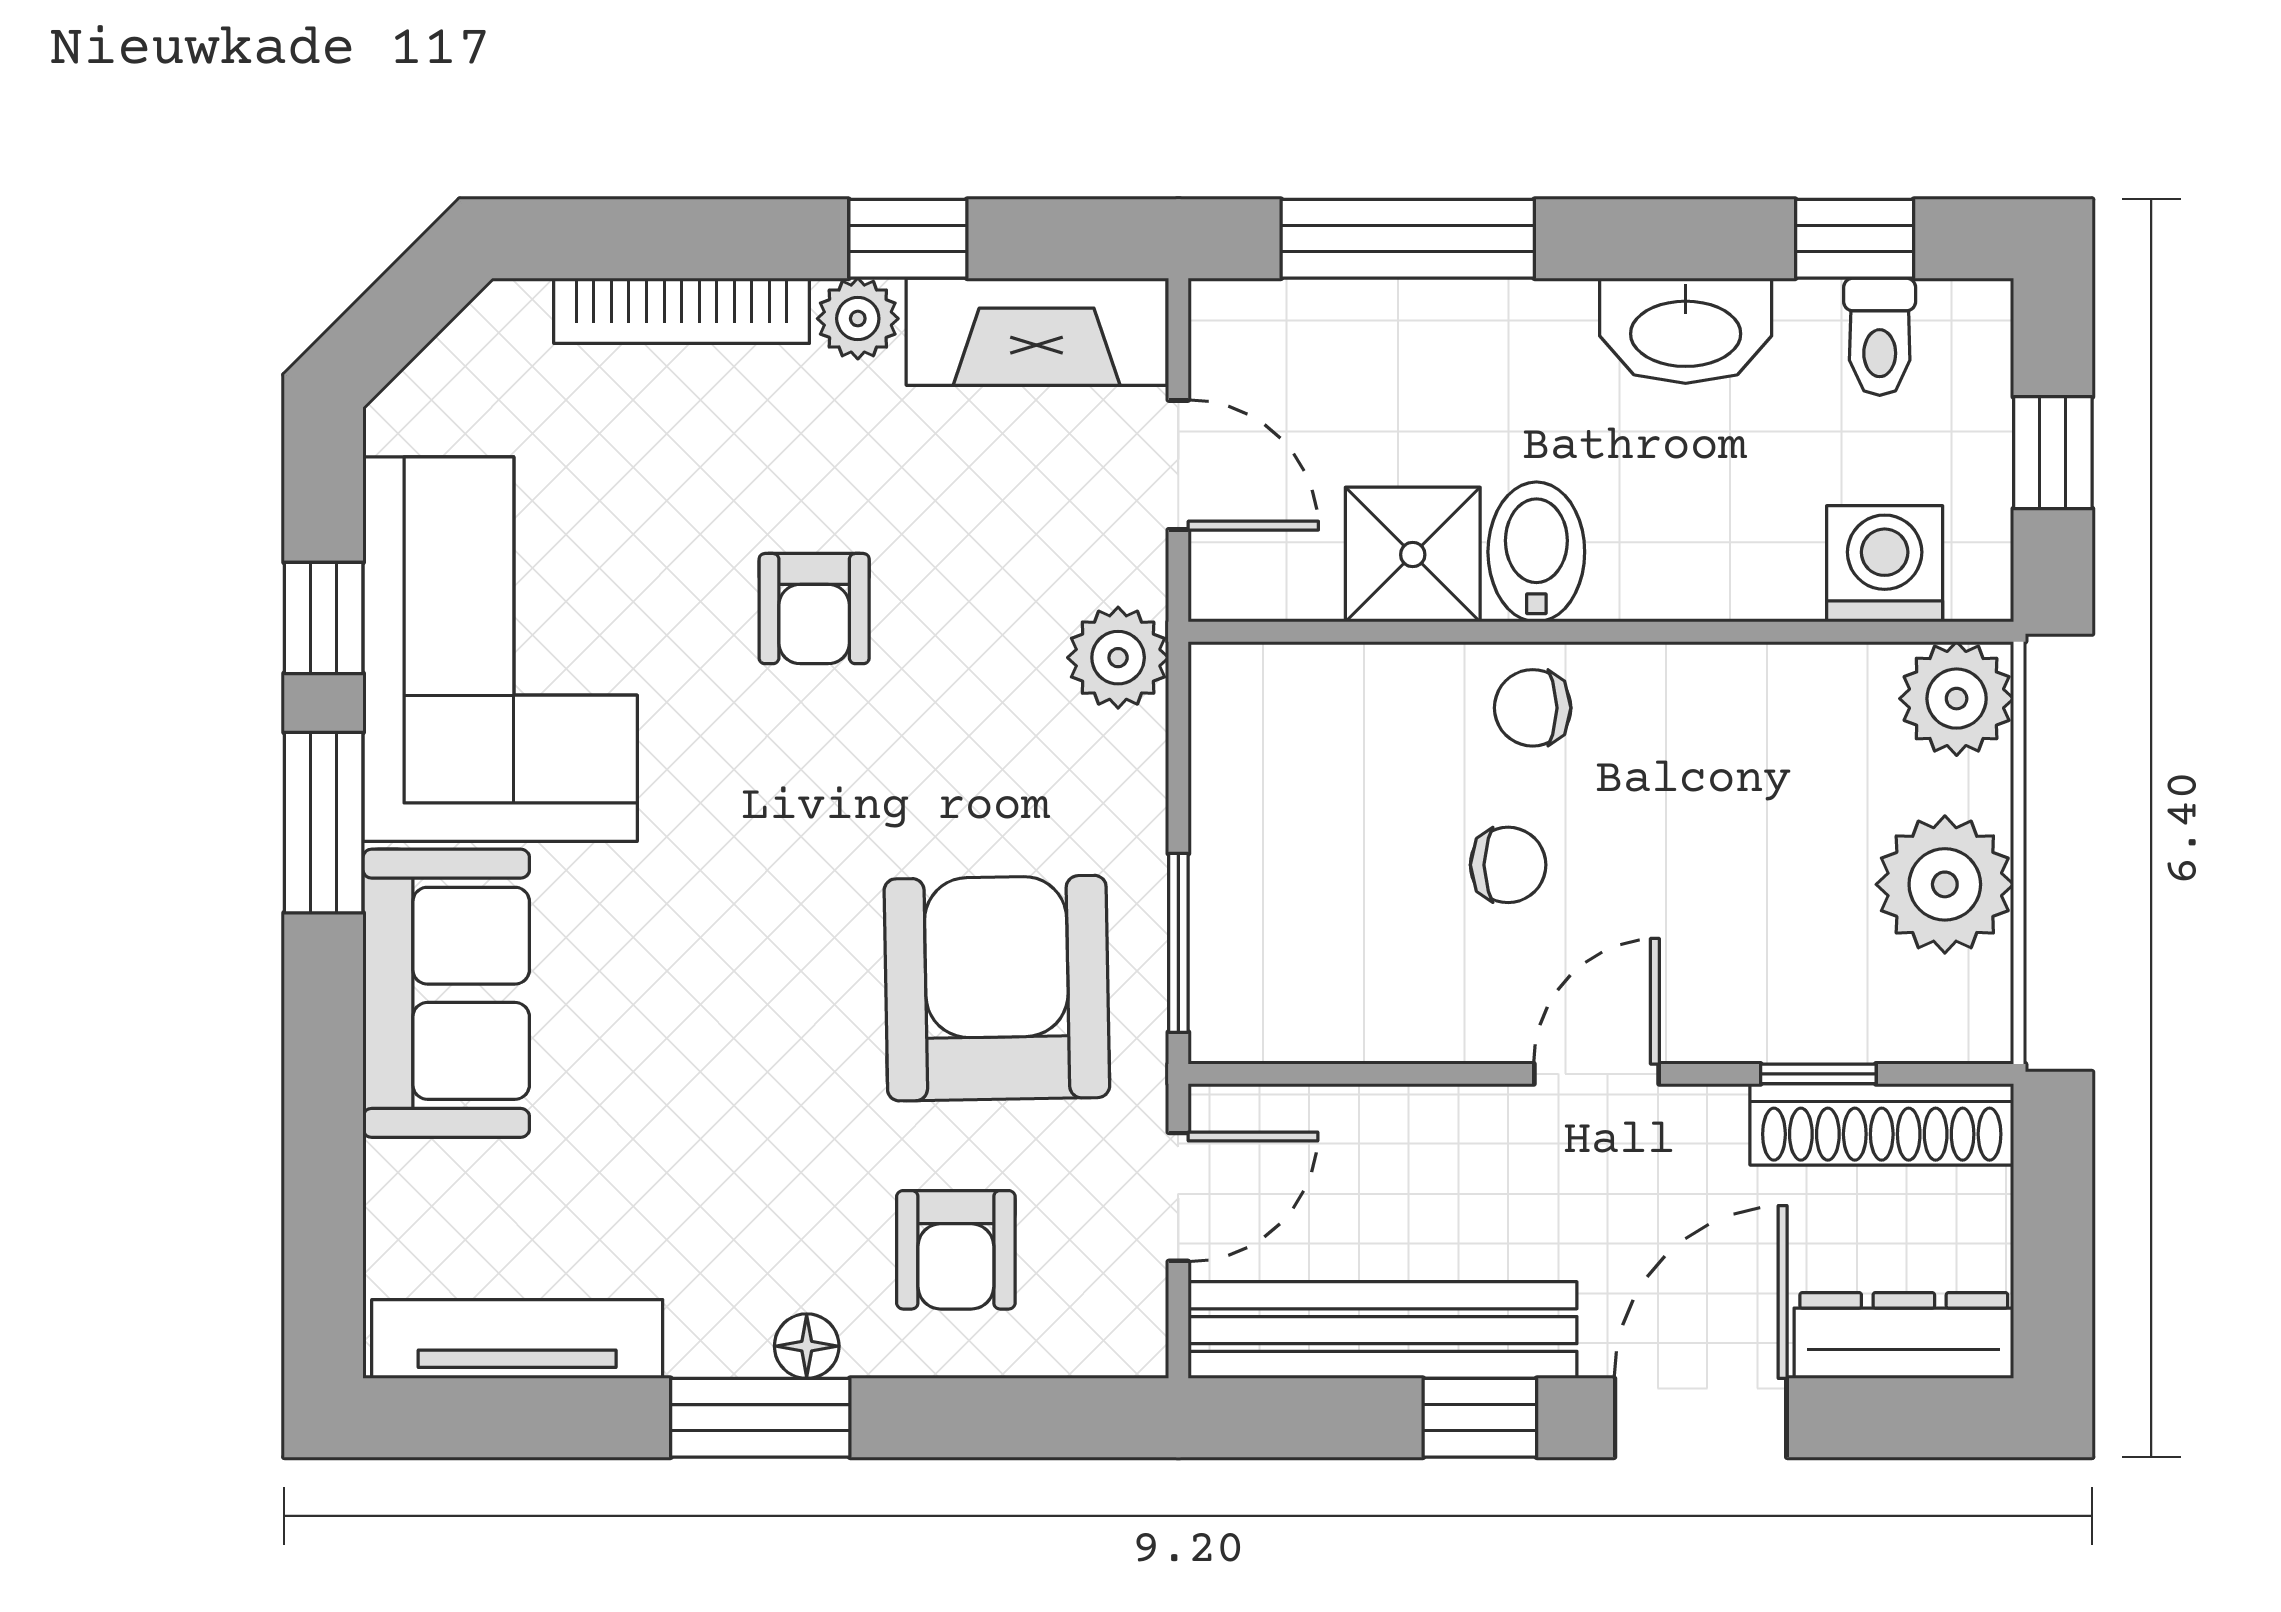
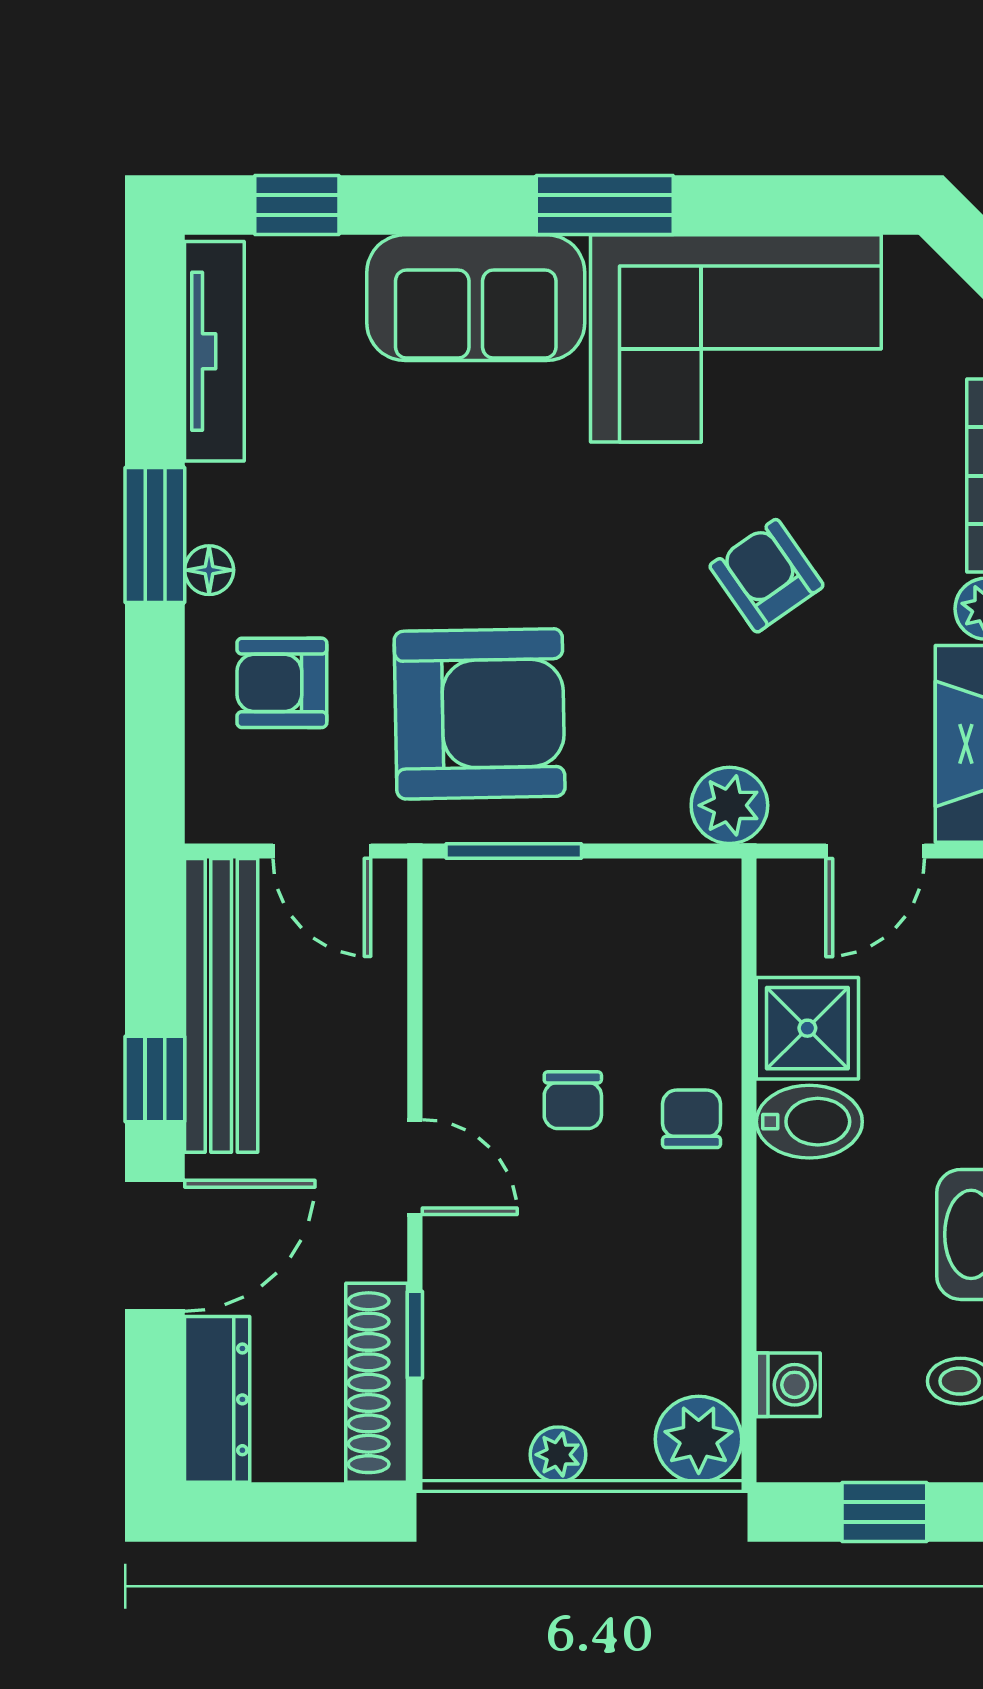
washing machine: (1885, 564) -> (788, 1385), width x0.73, depth x0.73
armchair: (814, 609) -> (766, 576), turned 55
window: (324, 618) -> (297, 205), moved
plant: (1945, 884) -> (558, 1455), width x0.53, depth x0.53
door: (1701, 1418) -> (155, 1246), hinge flipped

